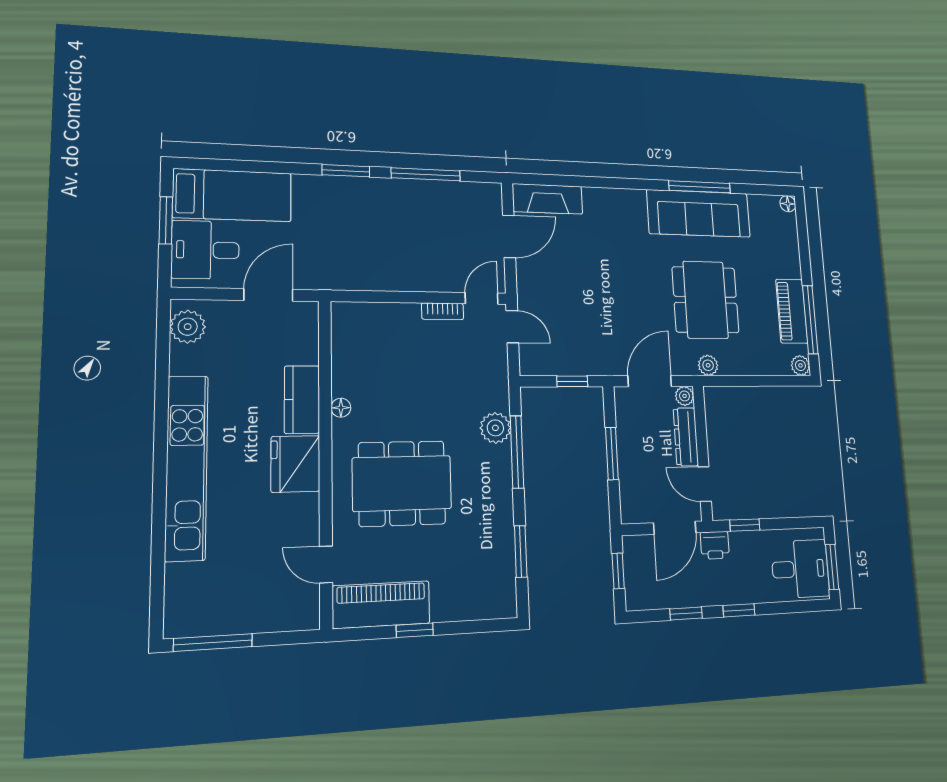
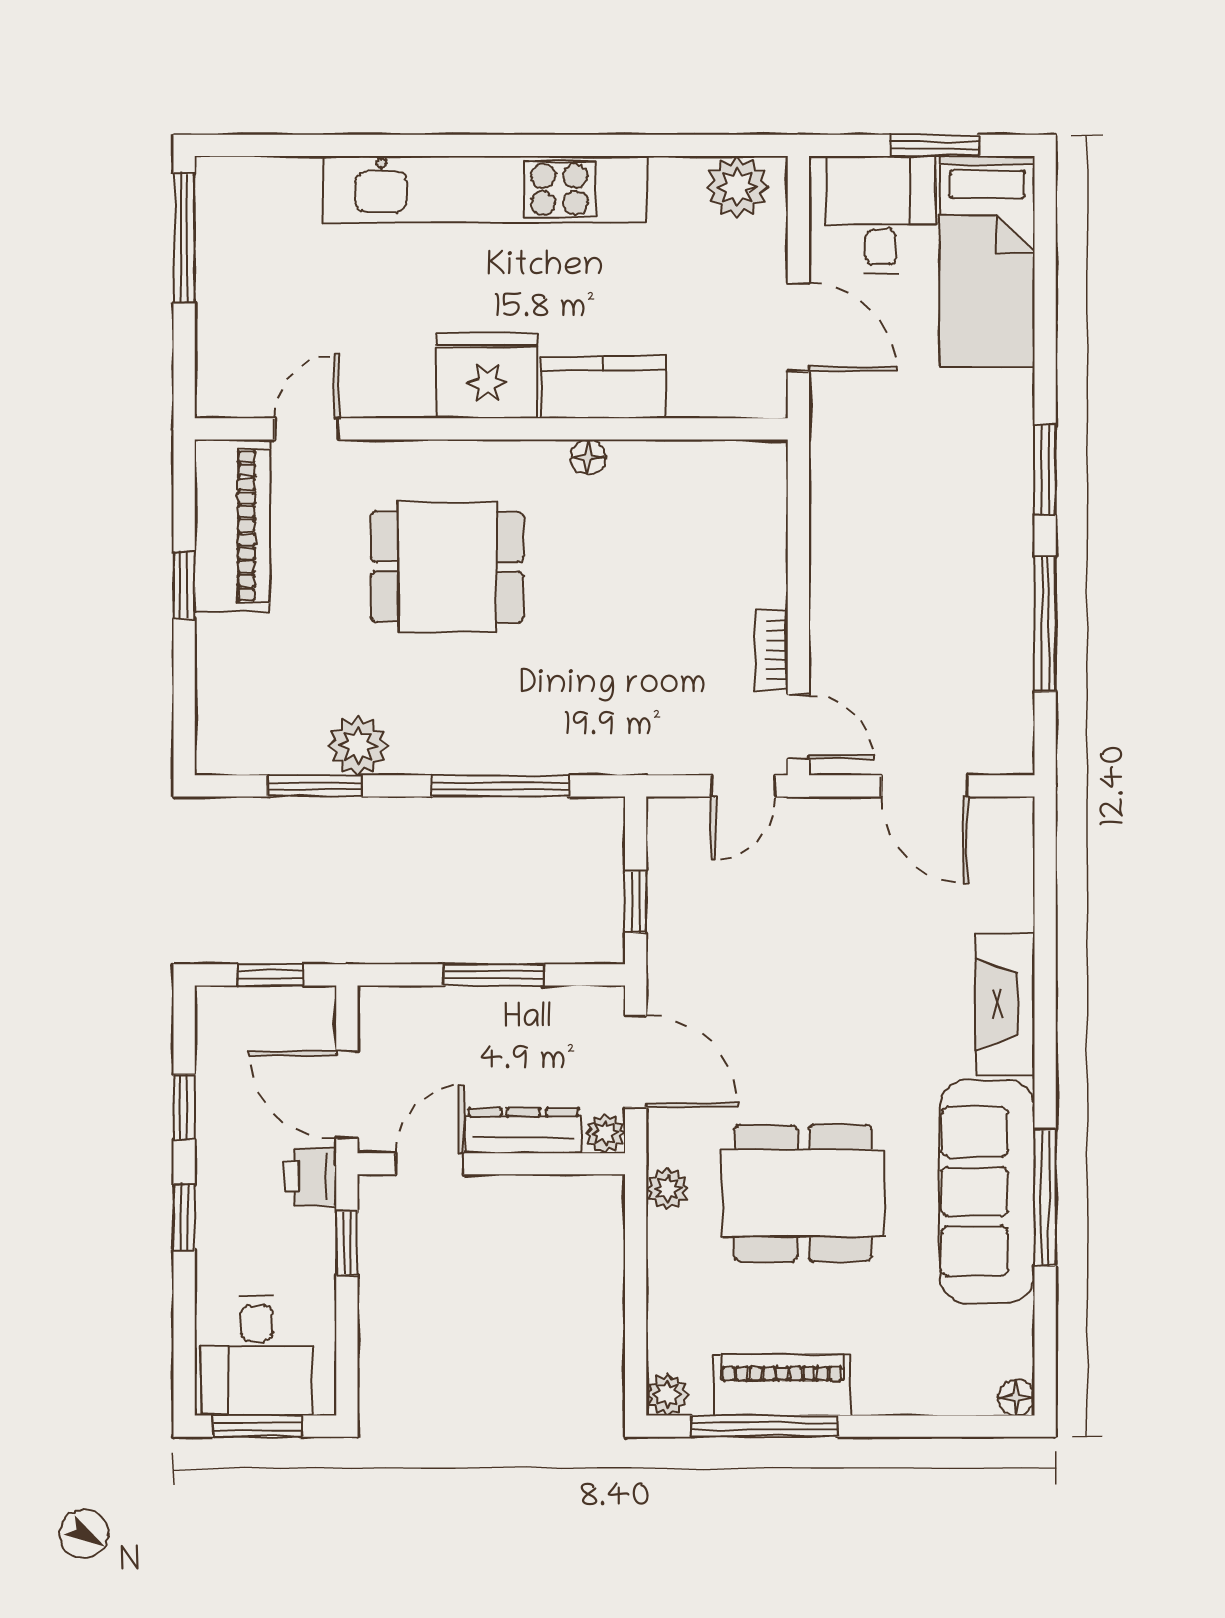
fireplace: (548, 199) -> (1005, 1004), moved
plant: (495, 428) -> (358, 746), moved
dining table: (402, 483) -> (447, 567), width x0.73

